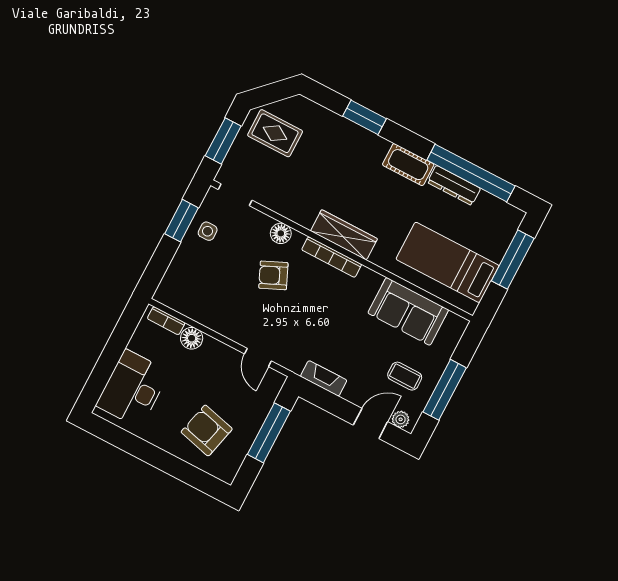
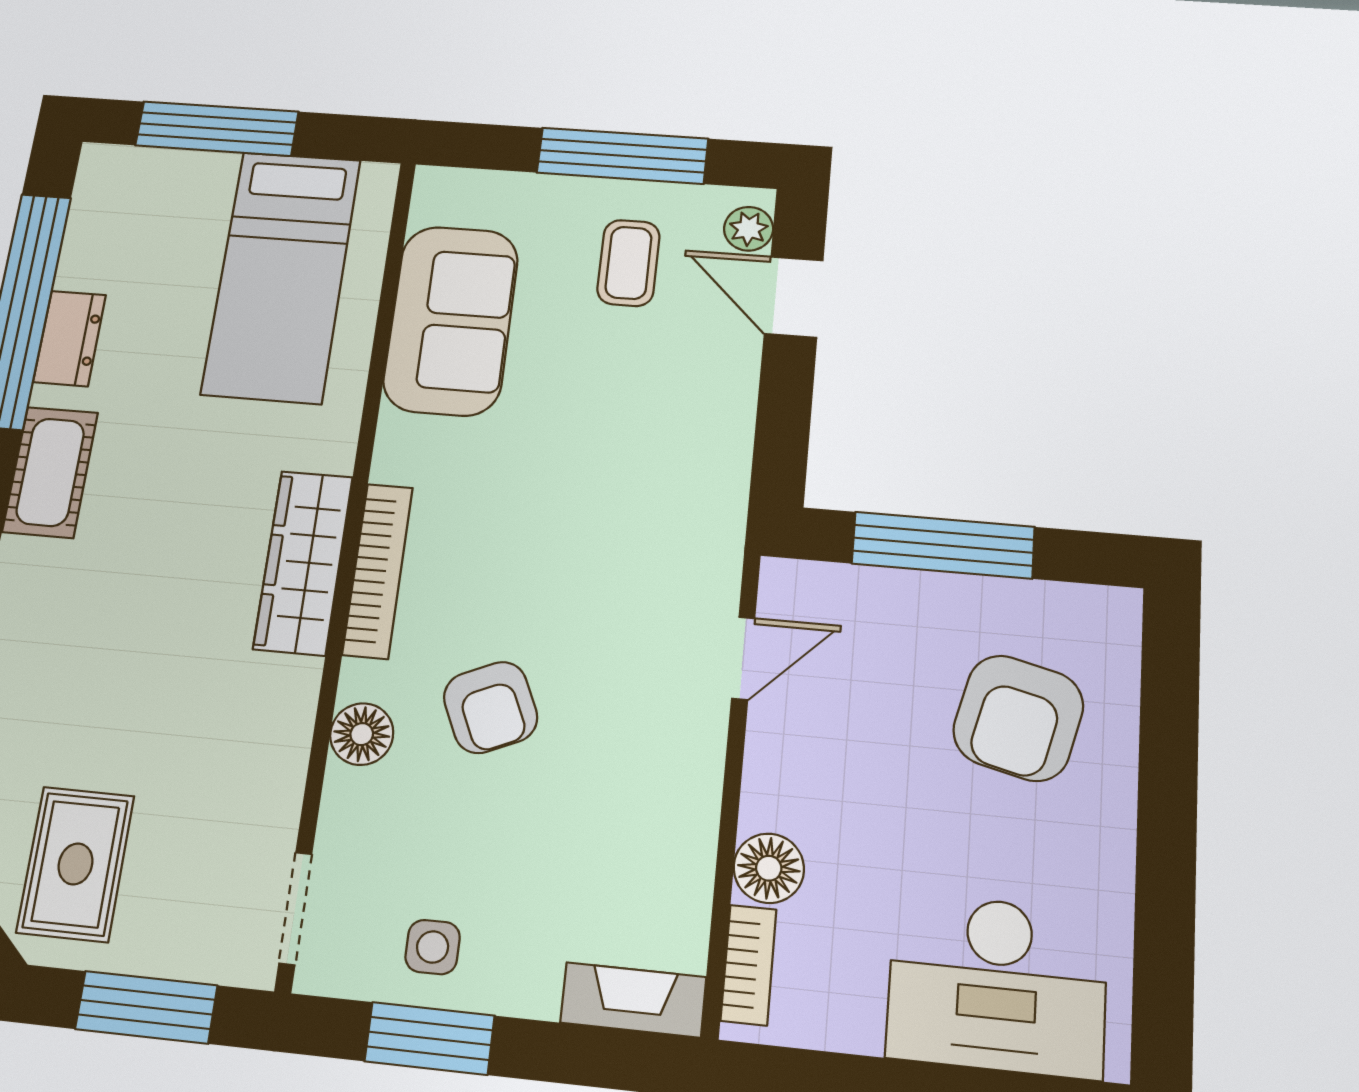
dresser: (454, 185) -> (70, 338), width x0.70
fireplace: (324, 378) -> (633, 1000), moved, turned 90

